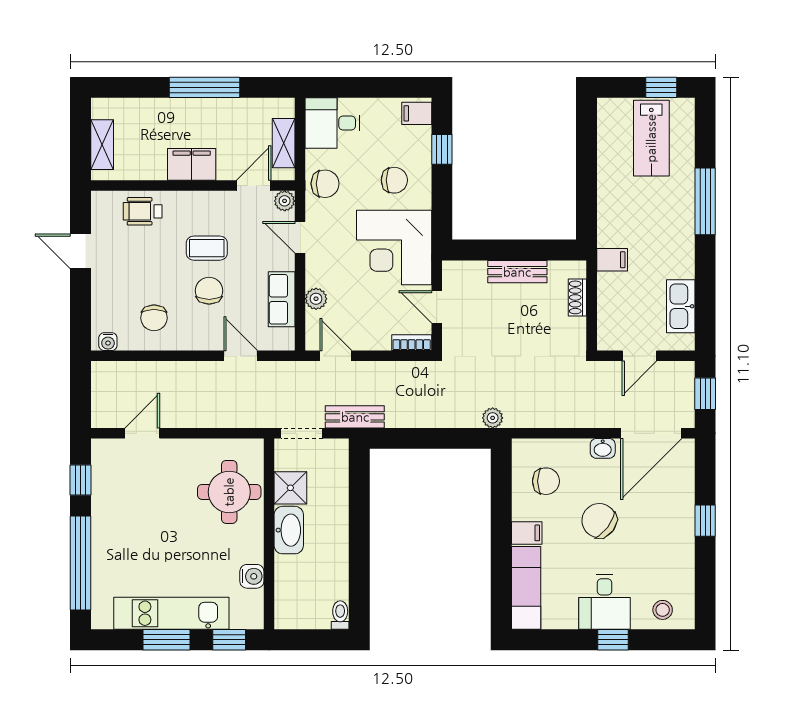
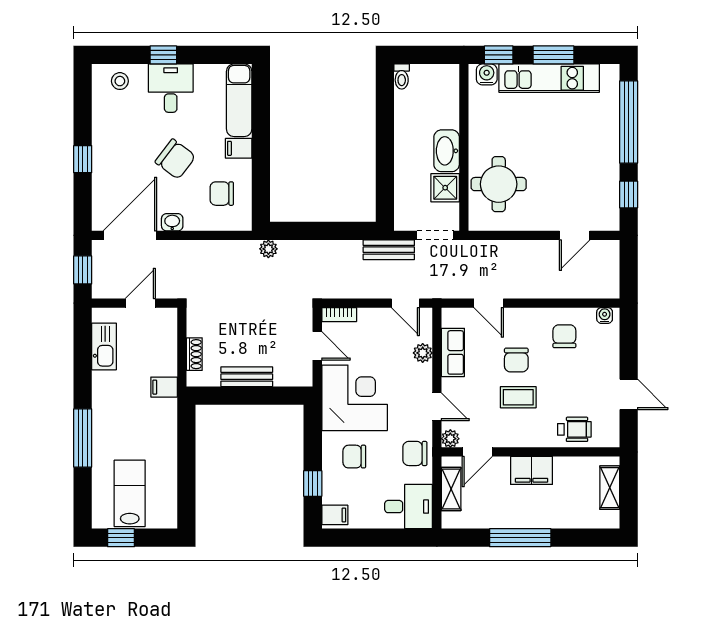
water cooler: (252, 576) -> (487, 74), moved, turned 90

